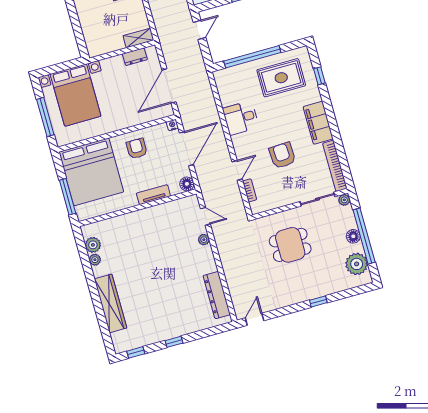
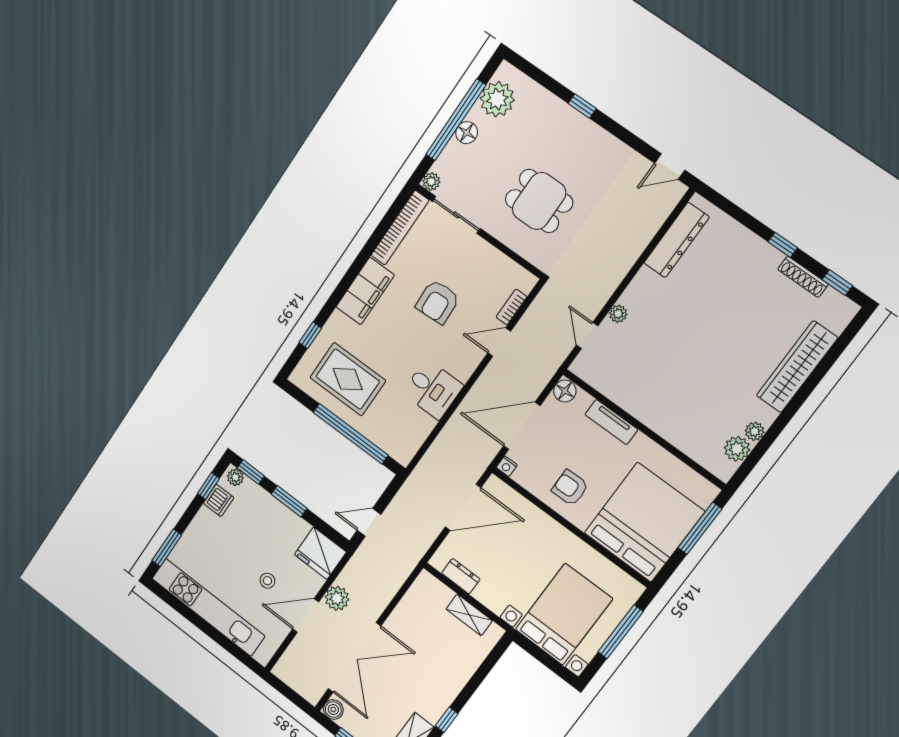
shelving: (138, 38) -> (469, 615), moved
armchair: (137, 149) -> (570, 488), turned 89
shoe rack: (151, 339) -> (803, 277), added

